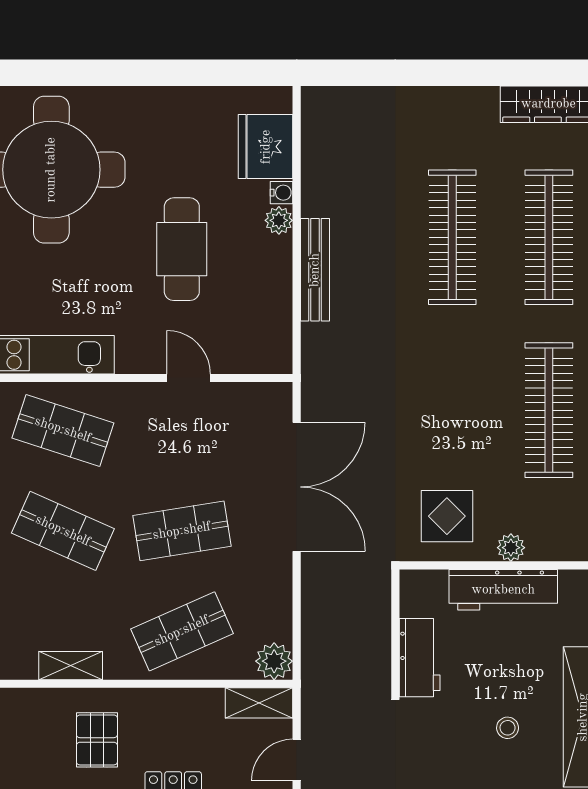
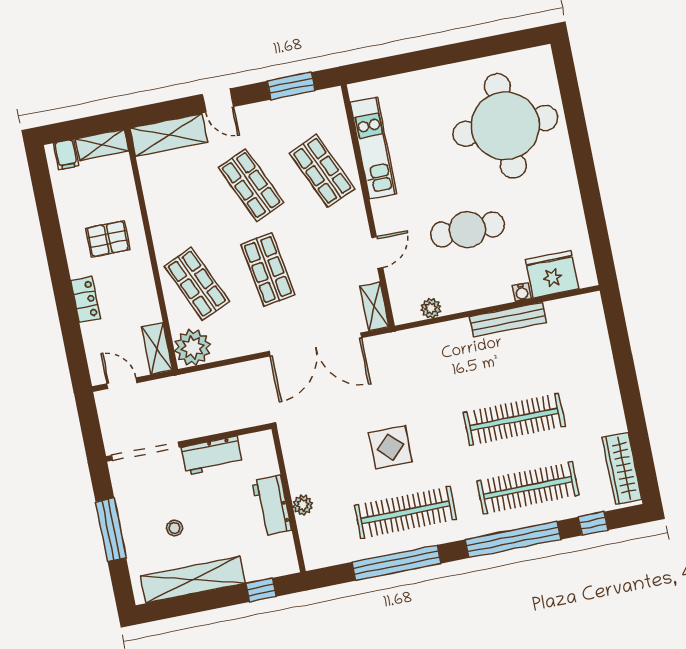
plant: (279, 220) -> (431, 308), moved
bench: (315, 270) -> (508, 320), moved
shop shelf: (63, 430) -> (322, 171), turned -42
display table: (447, 516) -> (390, 447), moved
shop shelf: (63, 531) -> (251, 185), turned -48
workbench: (503, 590) -> (272, 505), width x0.73
plant: (274, 661) -> (192, 347), width x1.36, depth x1.36
shelving: (71, 666) -> (375, 306), moved

